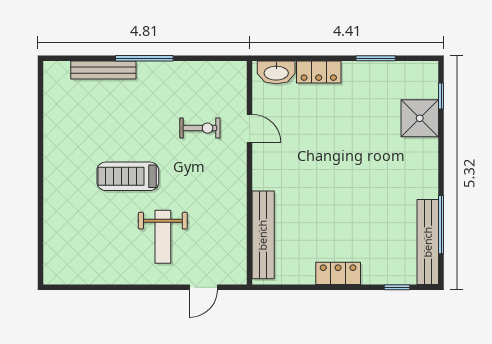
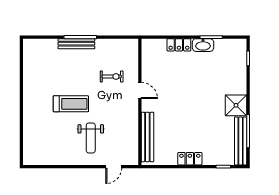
bench: (103, 70) -> (76, 44), moved
washbasin: (276, 72) -> (203, 45), moved
shower: (420, 118) -> (236, 105), moved
door: (250, 128) -> (140, 90), moved
treadmill: (128, 176) -> (71, 104), turned 180

